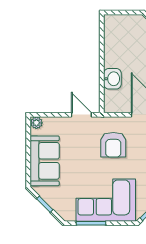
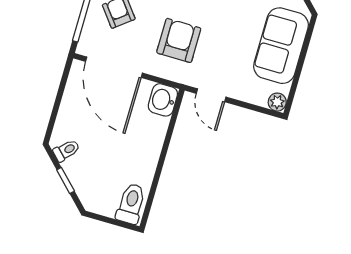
toilet: (114, 28) -> (131, 204), added
washbasin: (112, 79) -> (163, 100), moved

